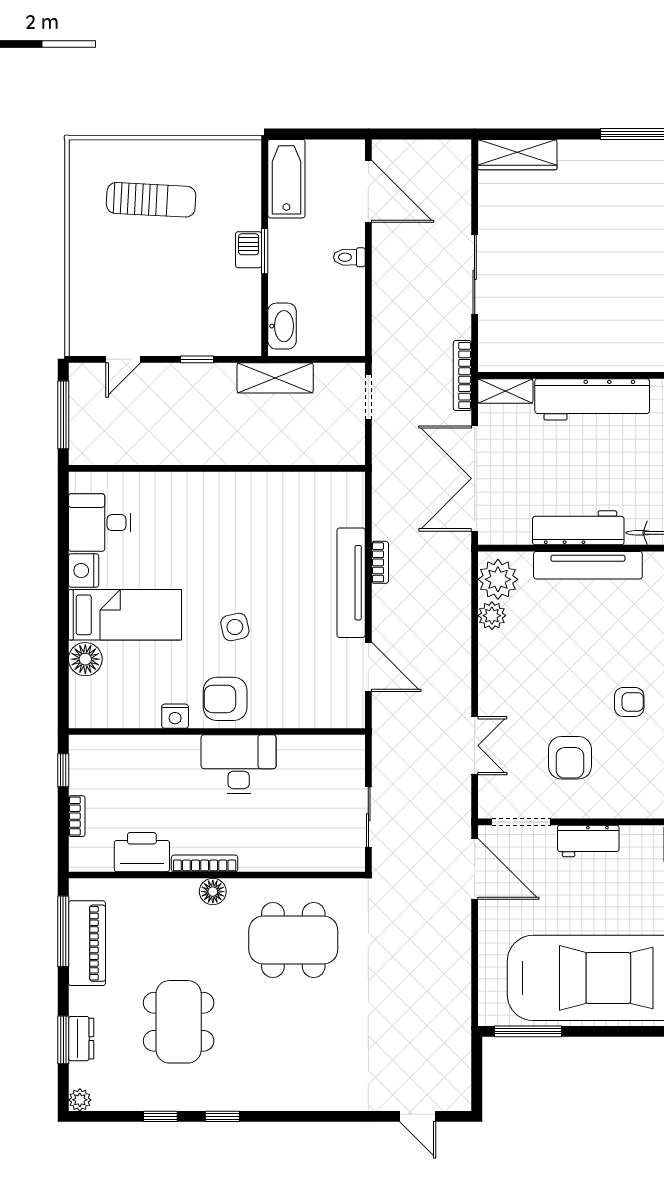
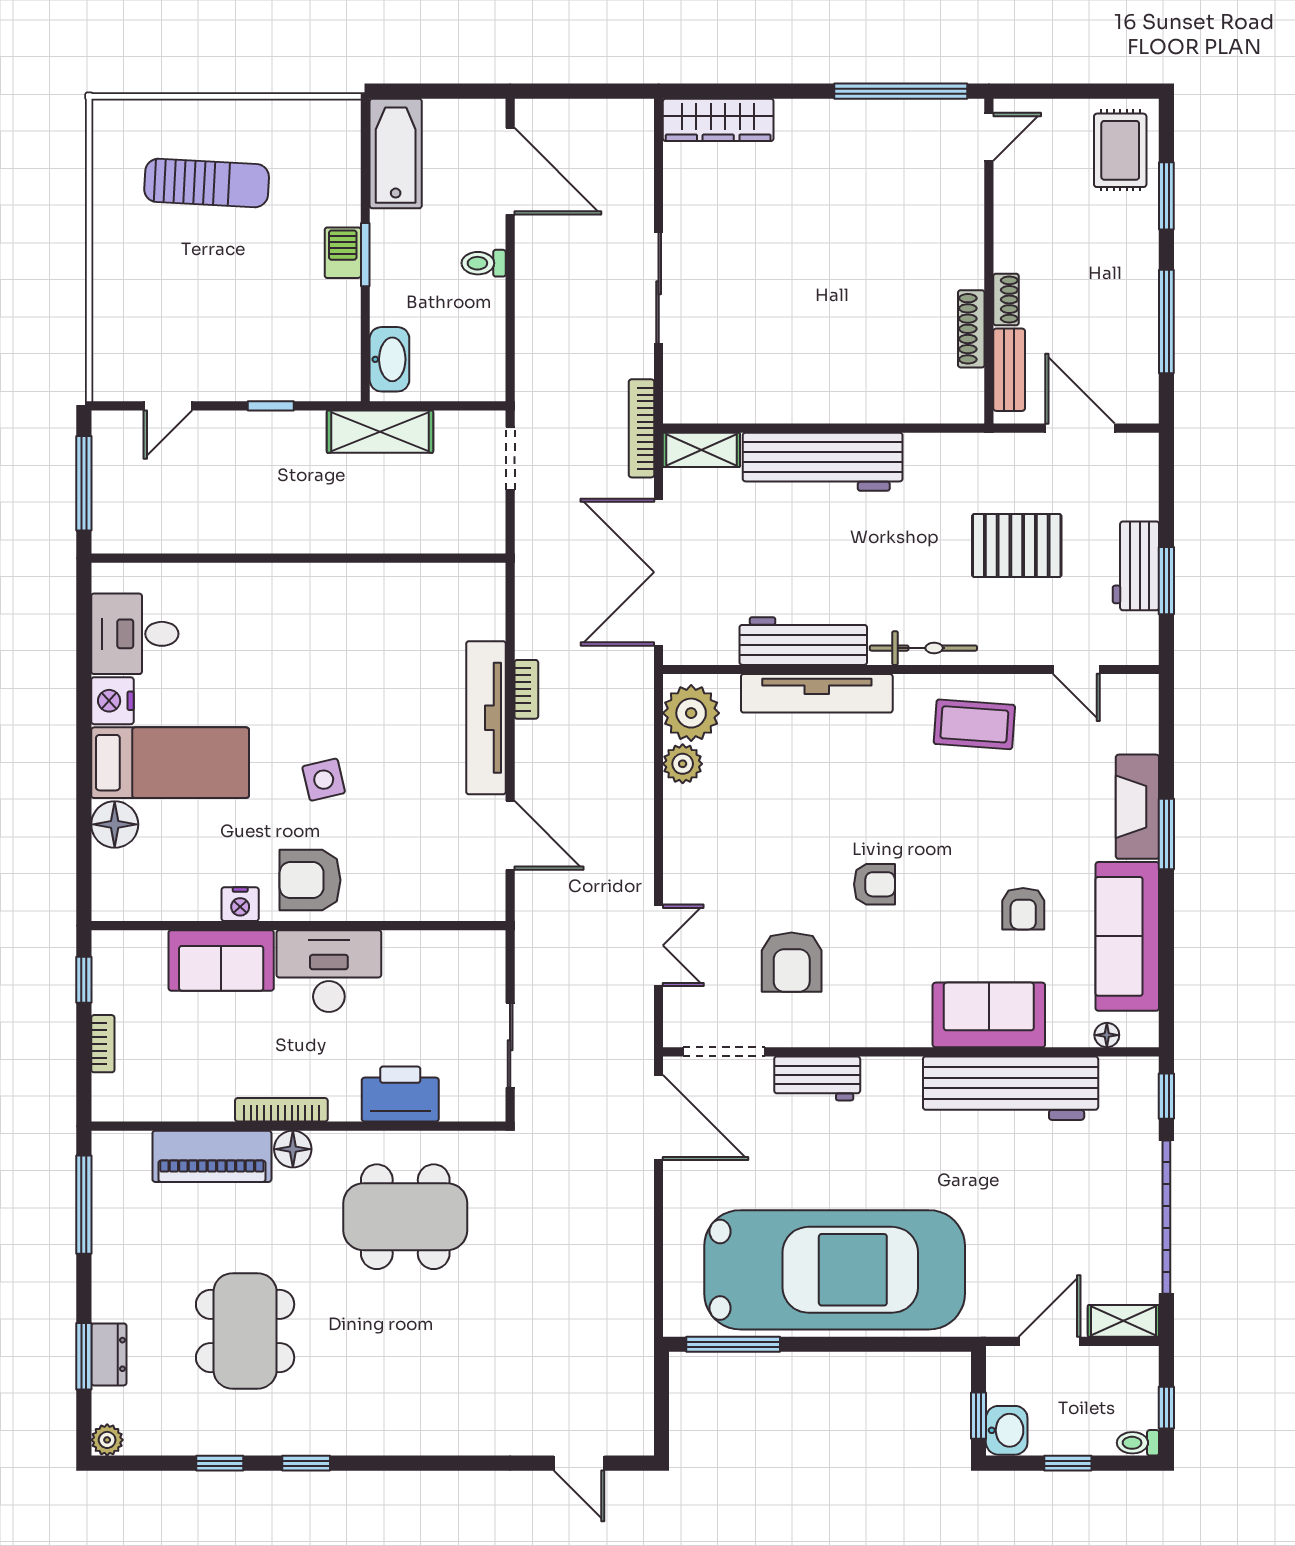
sofa: (162, 756) -> (221, 960), added
printer: (142, 852) -> (400, 1094), moved
piano: (87, 943) -> (212, 1156), moved, turned 90

